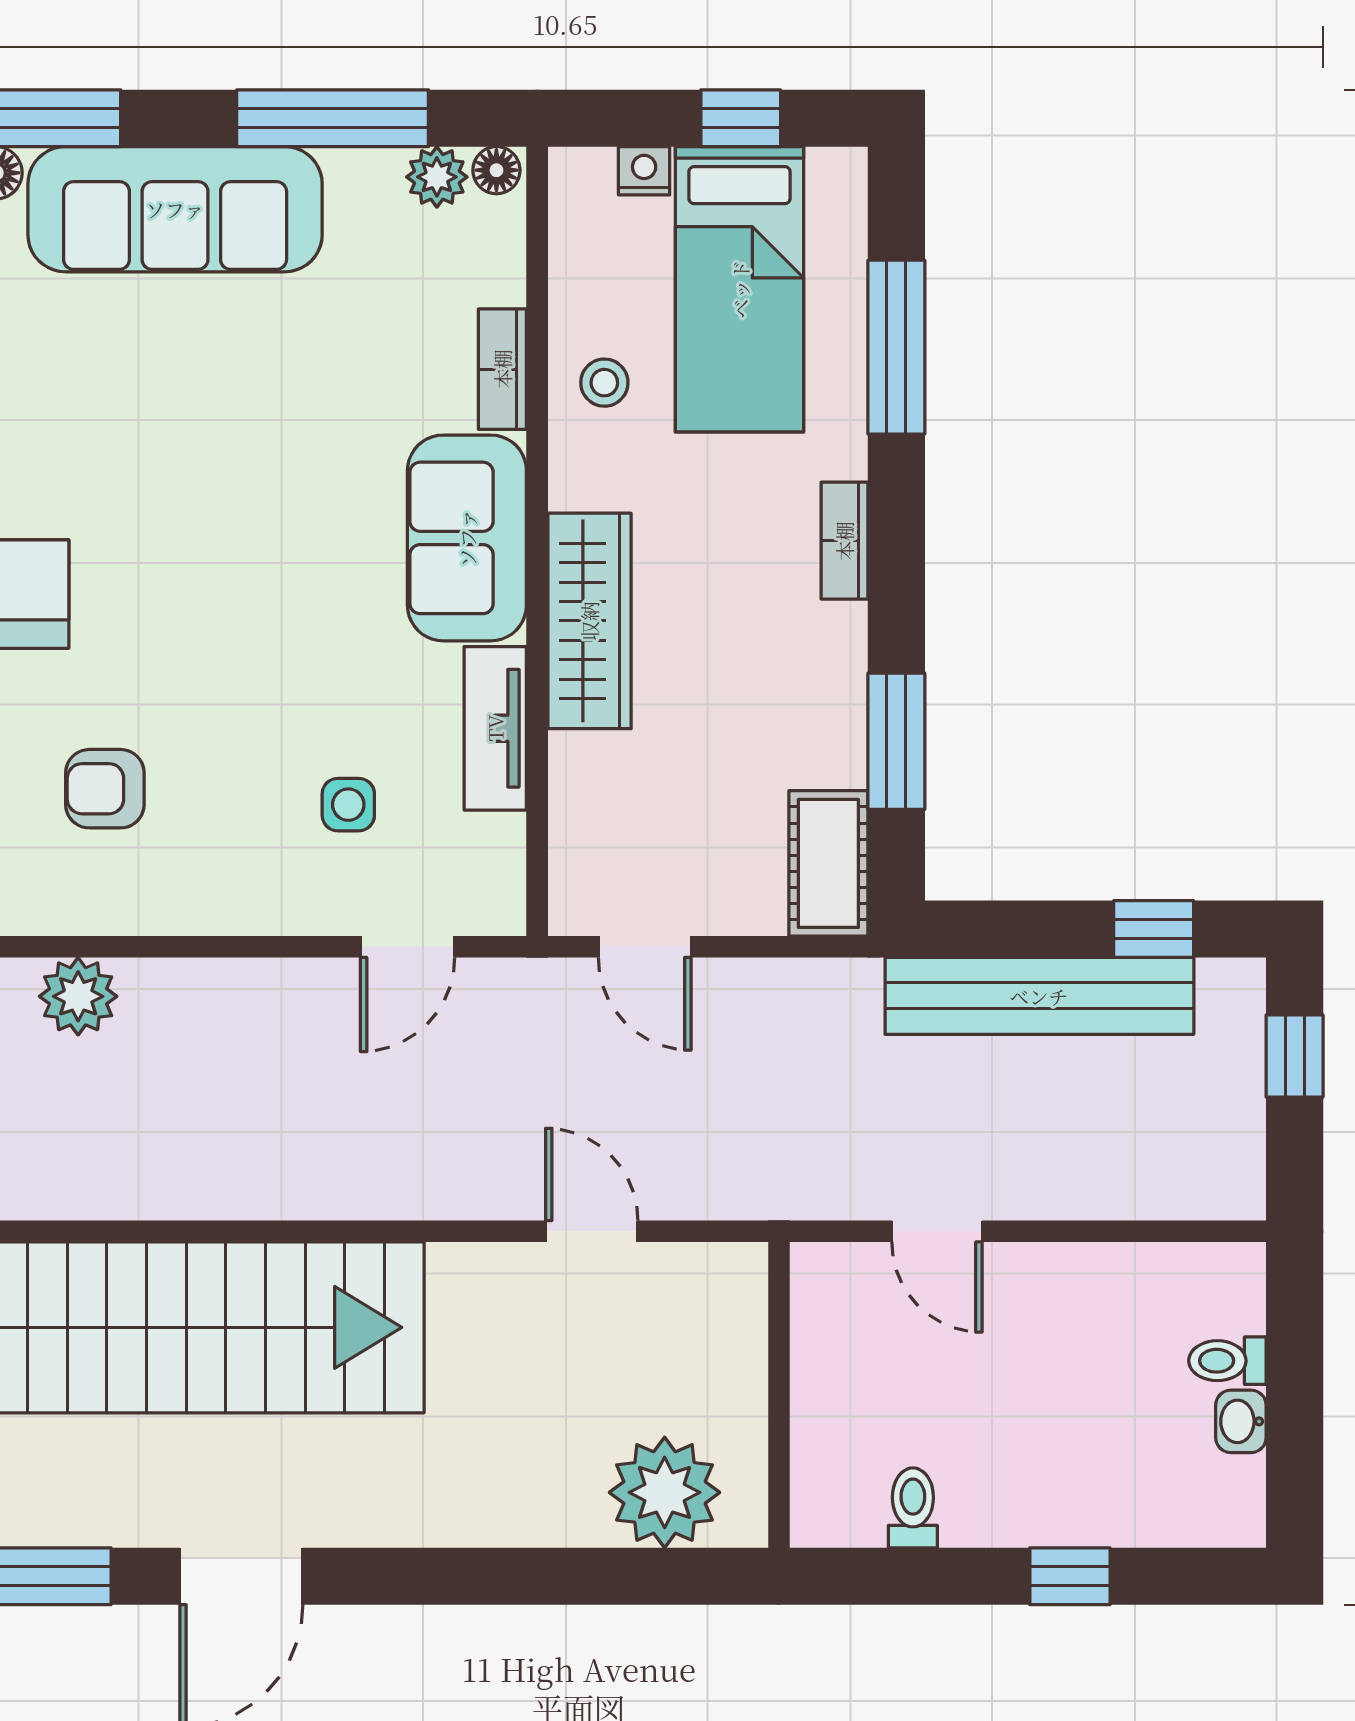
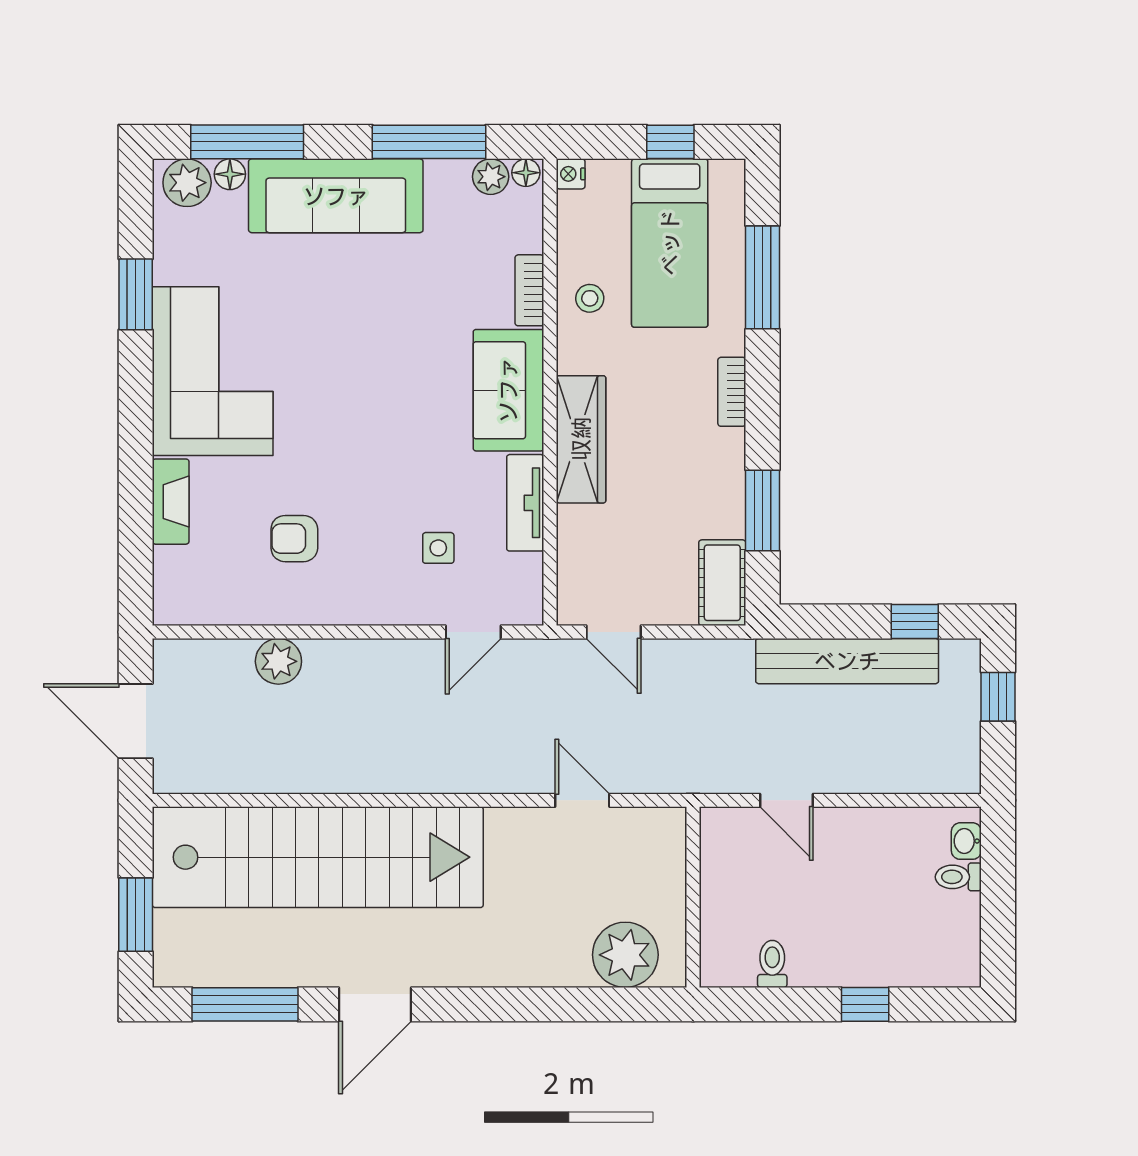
nightstand: (644, 171) -> (571, 174), moved, turned -90
washbasin: (1241, 1421) -> (966, 841), moved

